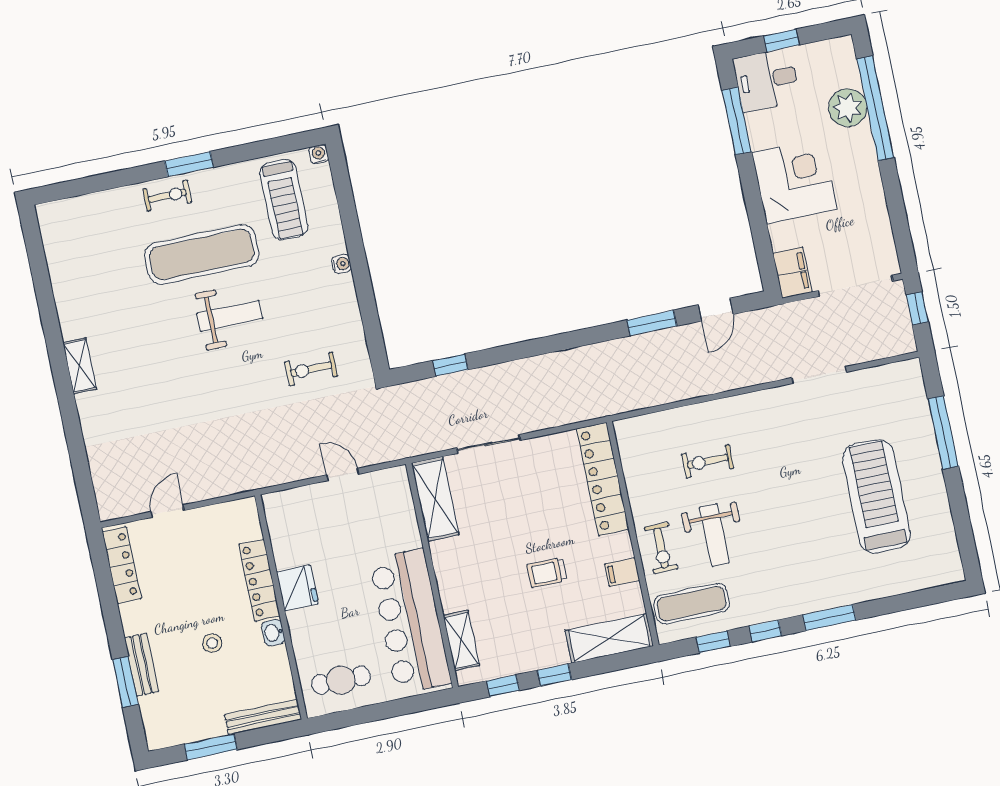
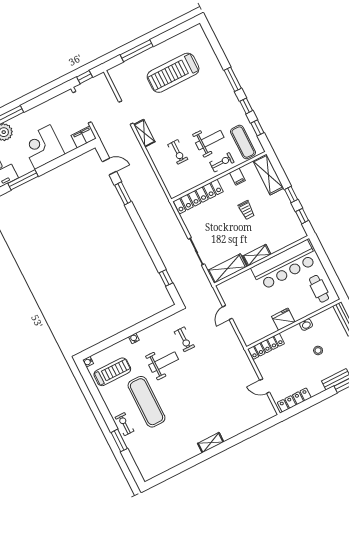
window: (189, 164) -> (119, 440), moved
weight bench: (230, 316) -> (164, 362), moved, turned 90
shelving: (766, 402) -> (144, 133), added
locker: (259, 580) -> (266, 346), moved
shelving: (461, 640) -> (257, 255), moved

